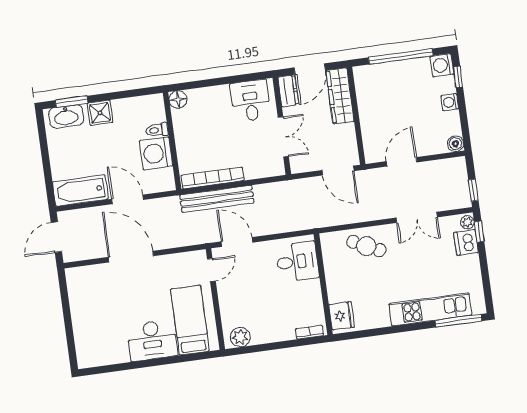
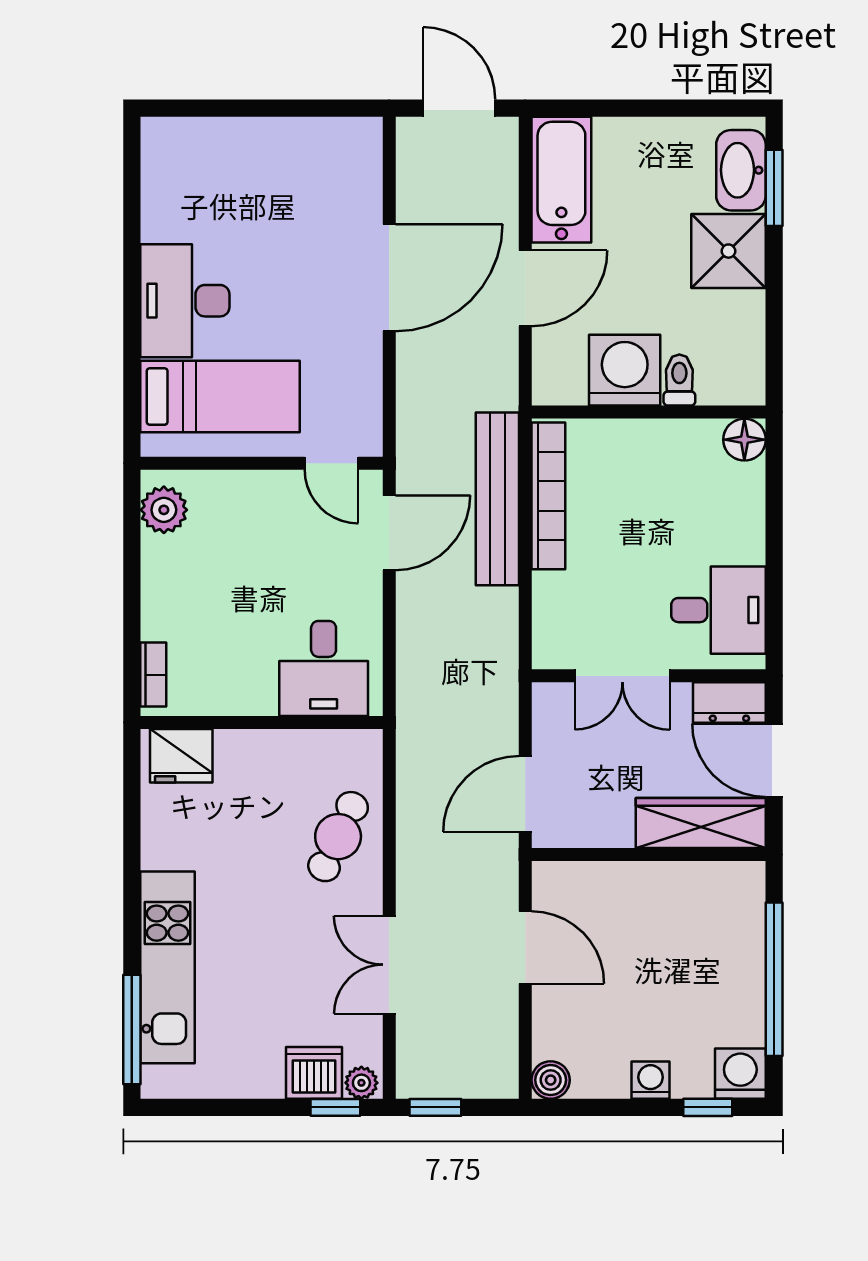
shower: (100, 113) -> (728, 251), width x1.36, depth x1.36

